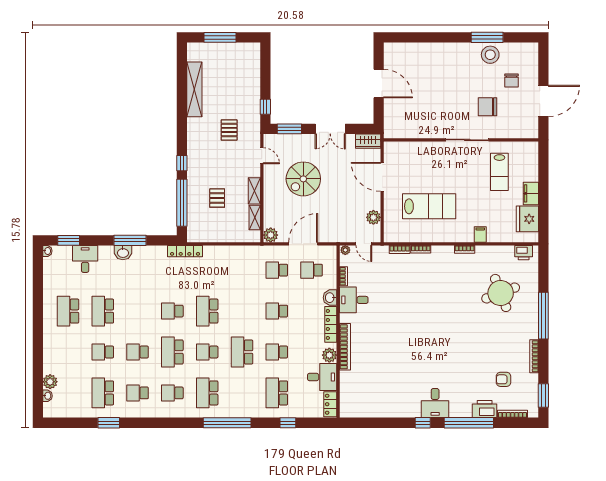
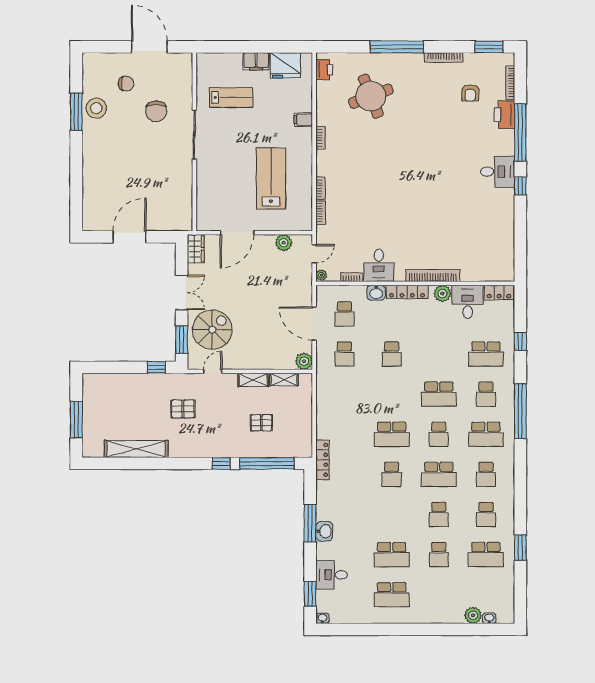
spiral stairs: (303, 179) -> (212, 330), moved, turned -90
school desk: (277, 352) -> (486, 394), moved

